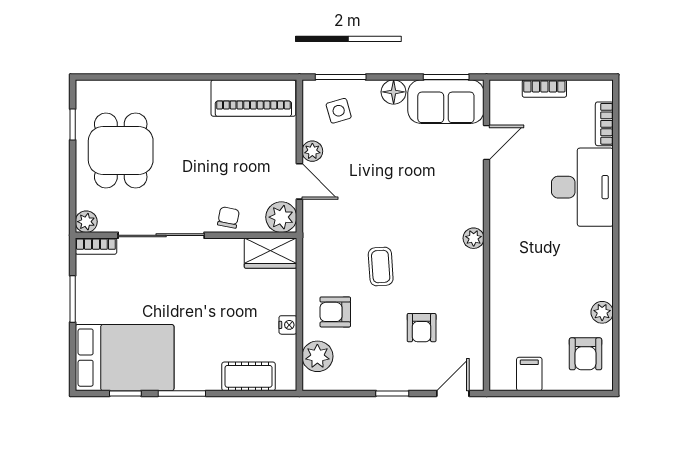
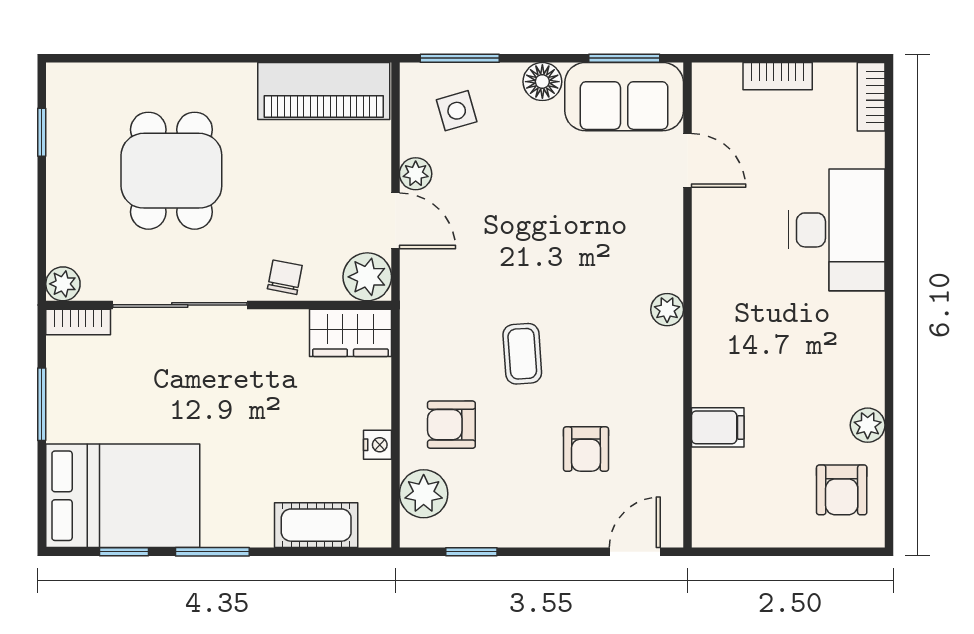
bookcase: (604, 124) -> (871, 97), moved
door: (487, 143) -> (687, 160), hinge flipped
dining table: (121, 150) -> (171, 171), moved
filing cabinet: (529, 374) -> (718, 427), moved, turned 90
window: (392, 393) -> (471, 552), moved

